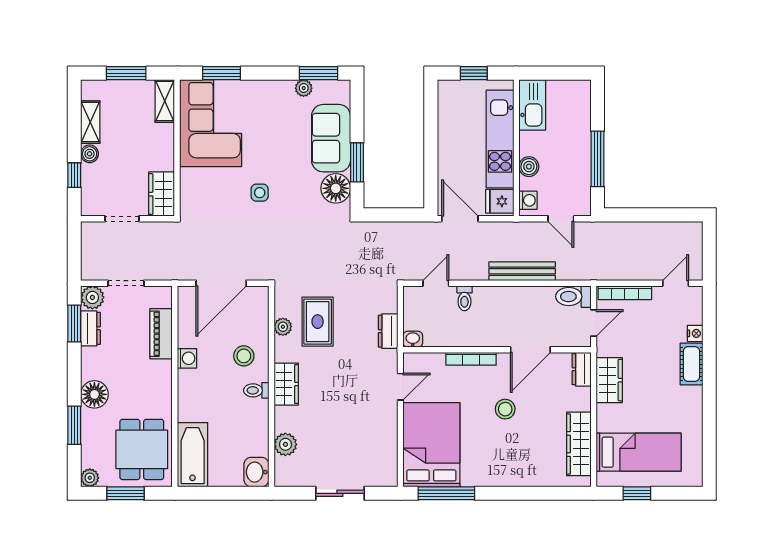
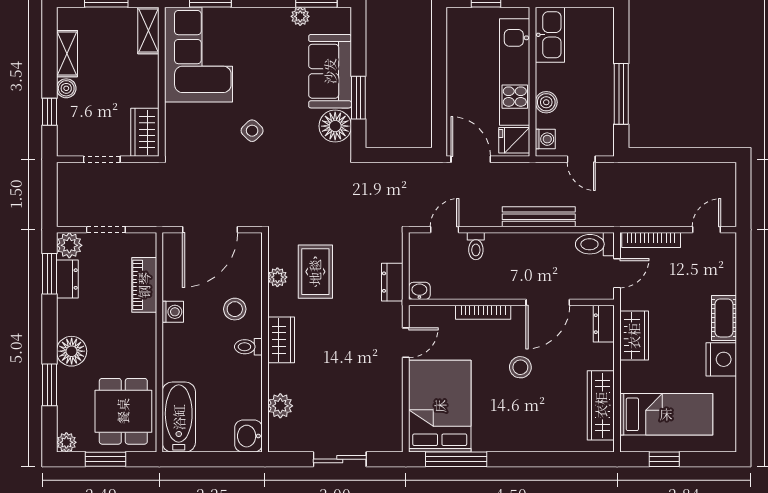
side table: (260, 193) -> (252, 131), turned 45
nightstand: (695, 333) -> (721, 359), moved, width x1.89, depth x1.79

